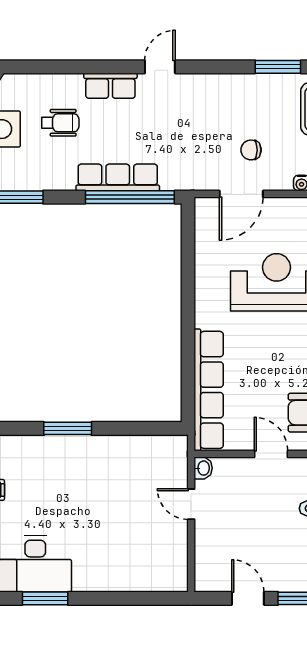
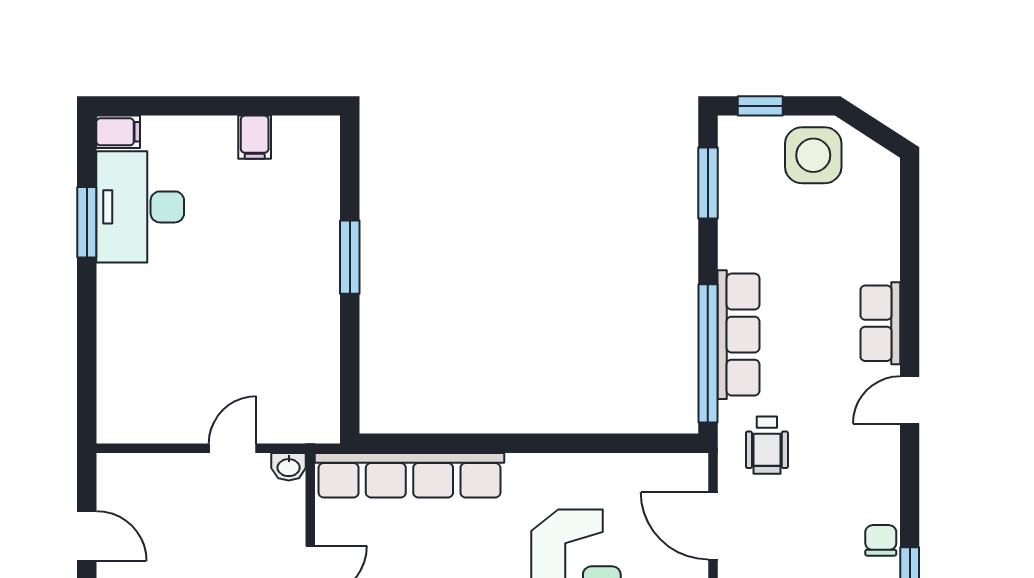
door: (160, 67) -> (910, 400), swing flipped
wheelchair: (60, 123) -> (767, 445), moved
chair: (251, 150) -> (881, 540), moved
door: (248, 598) -> (87, 536), hinge flipped

